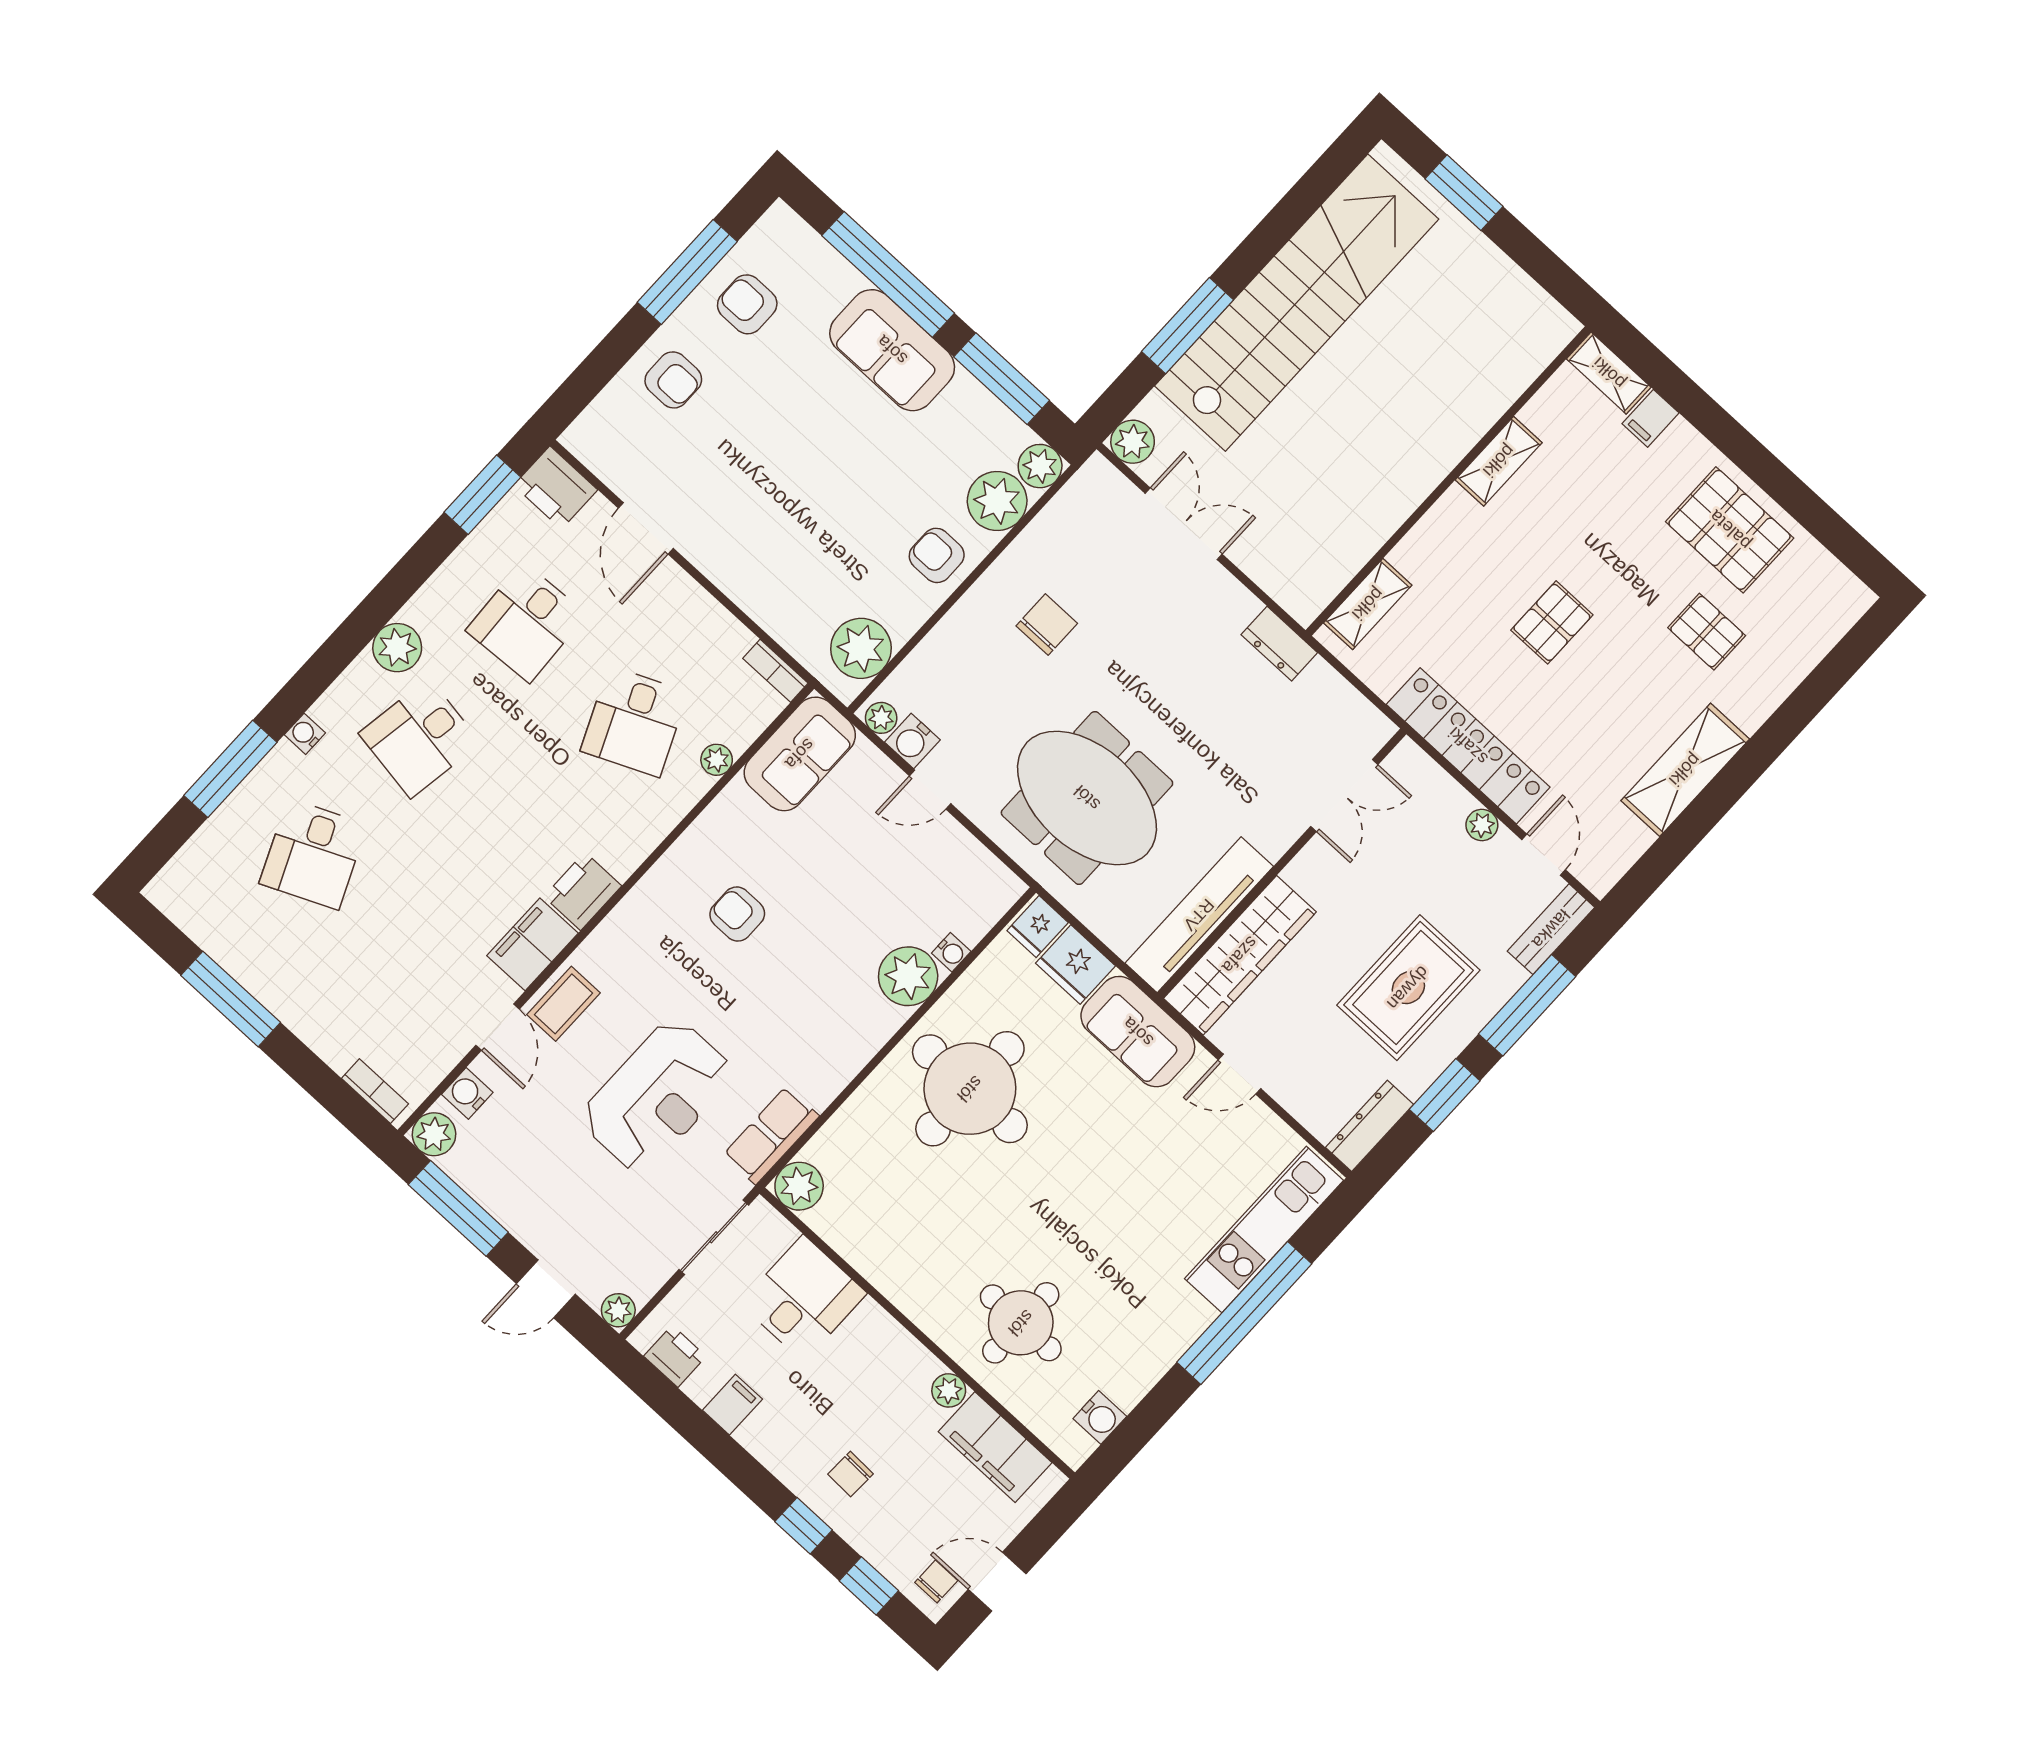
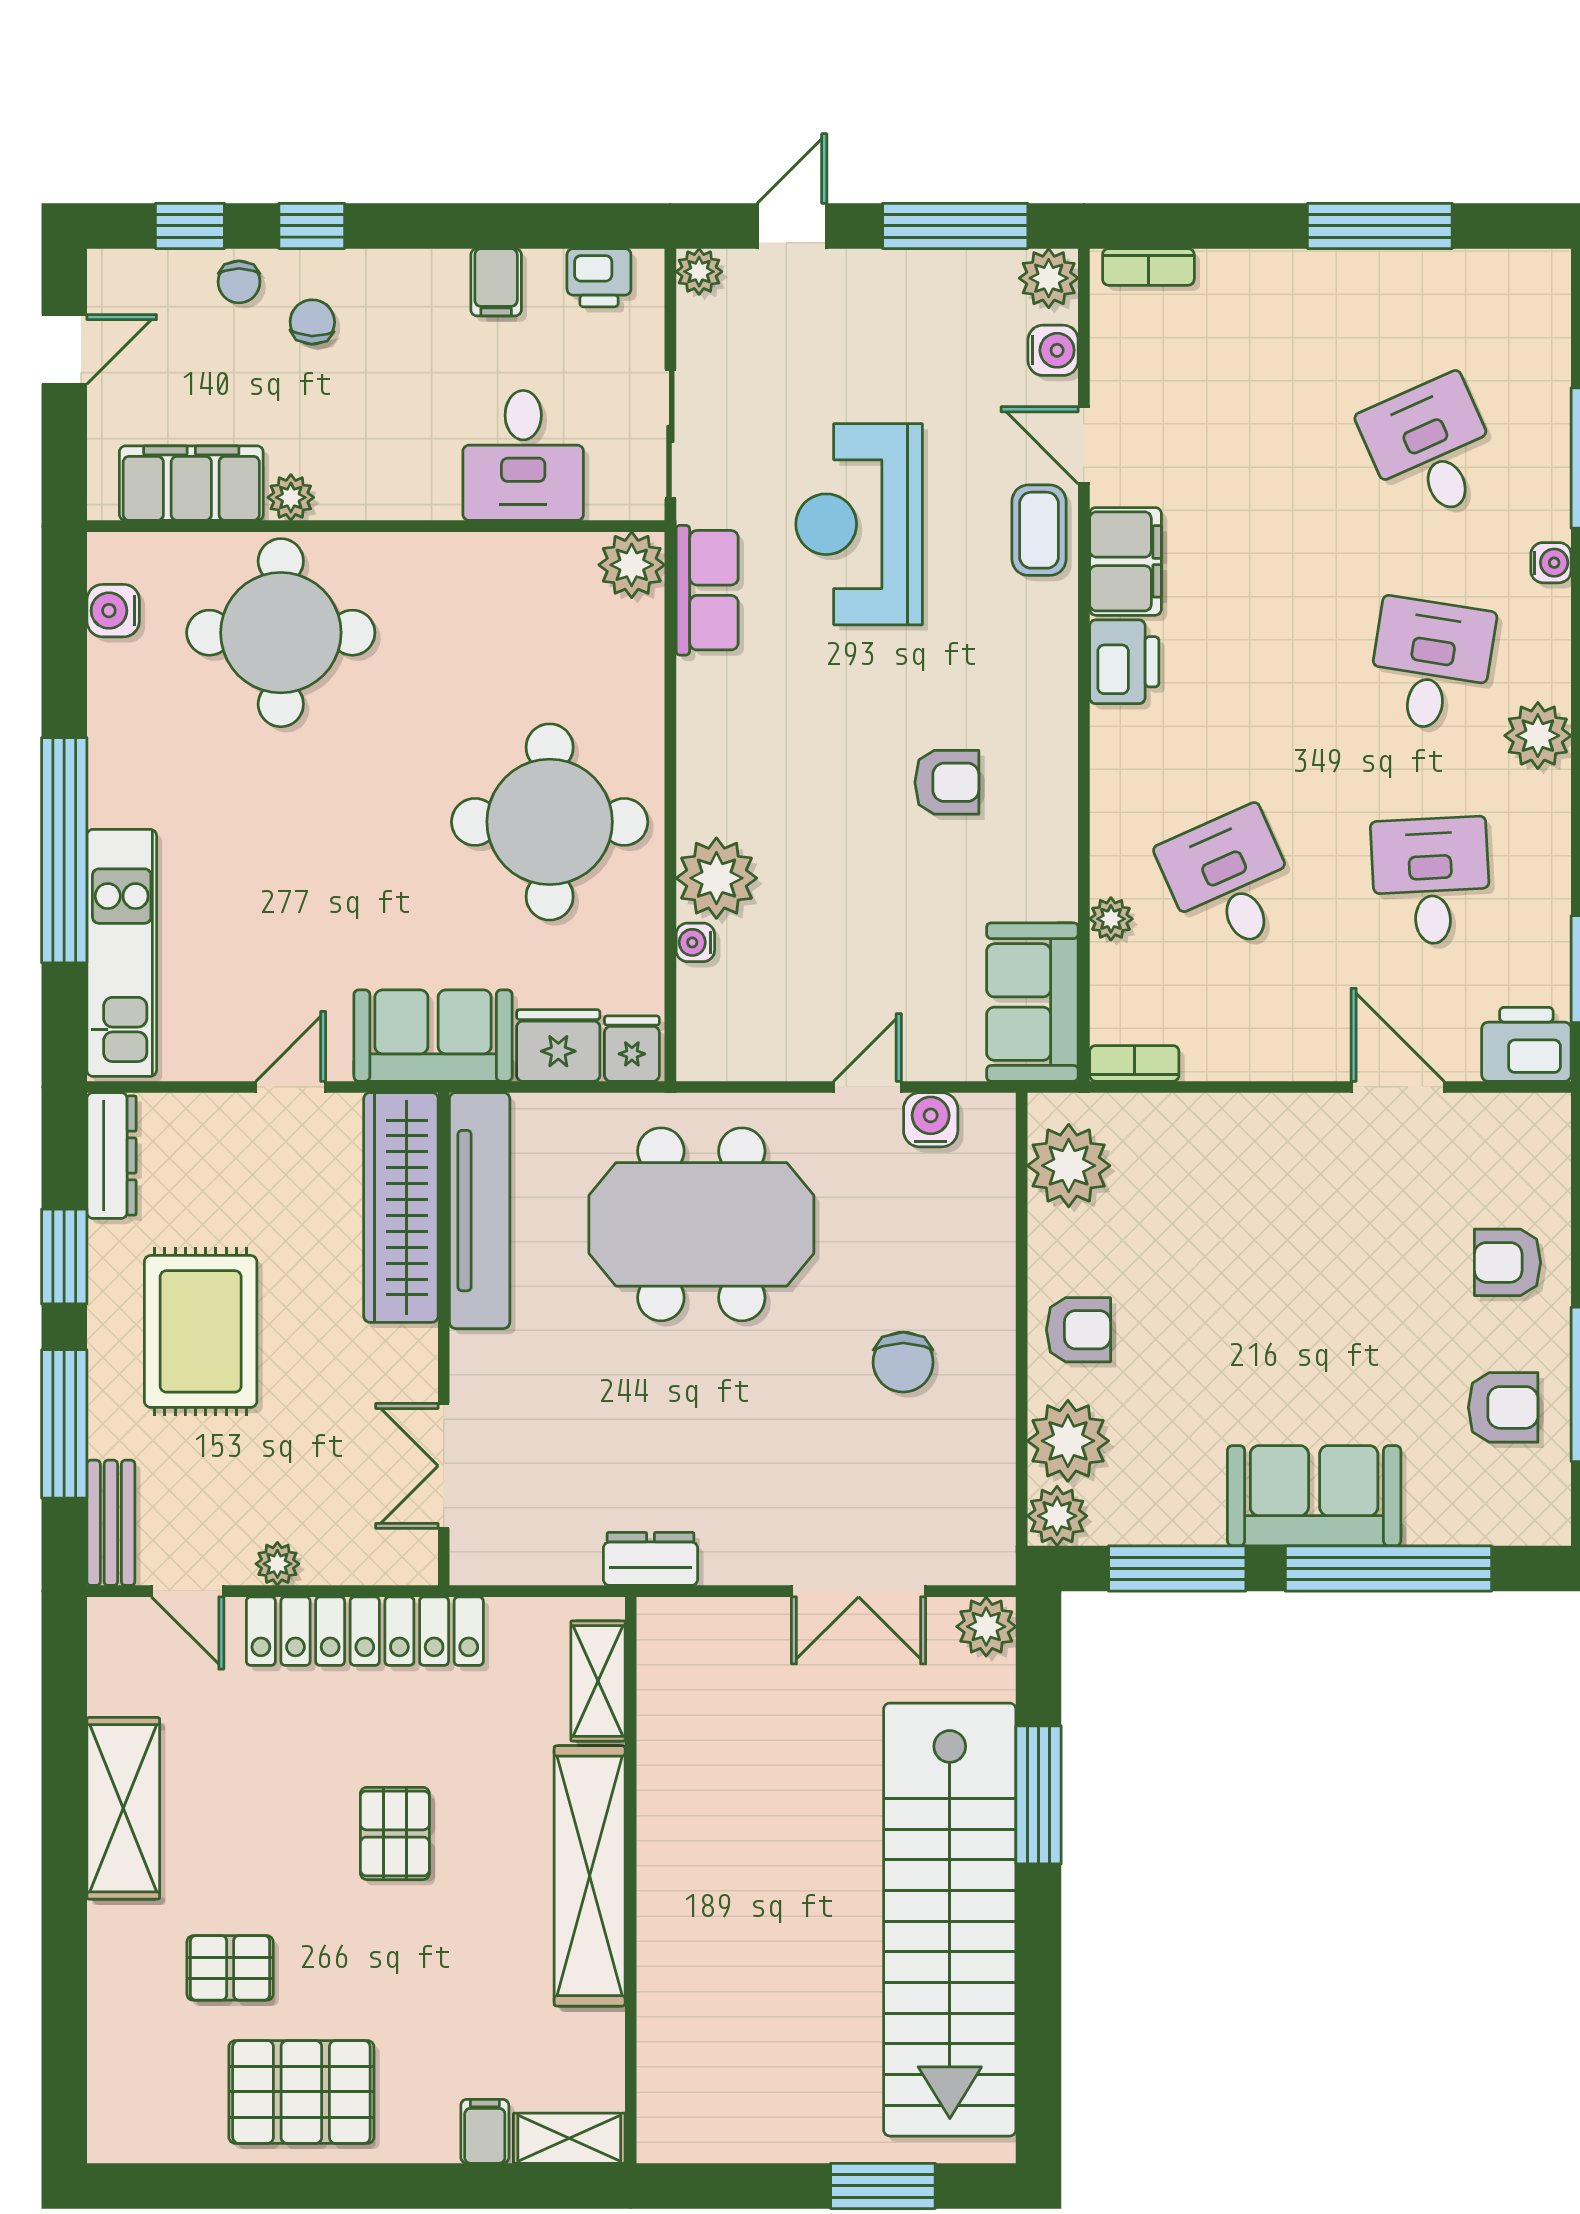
shelving: (1499, 461) -> (590, 1876), width x2.20, depth x1.33
plant: (881, 718) -> (984, 1114), removed
round table: (1021, 1323) -> (281, 633), width x1.36, depth x1.36
chair: (936, 1582) -> (239, 282), moved

